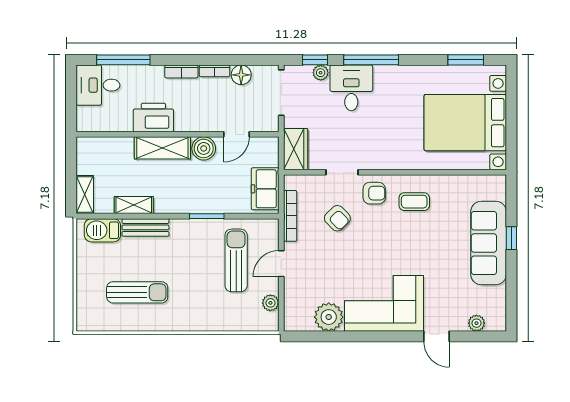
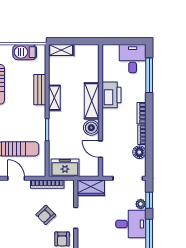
shelving: (134, 205) -> (54, 98), moved
barbecue: (102, 230) -> (25, 52), moved, turned -90

